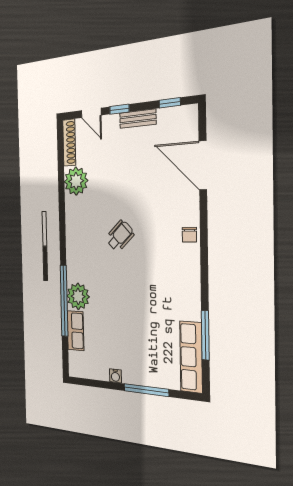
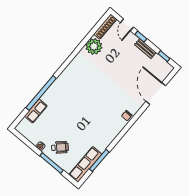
wheelchair: (120, 236) -> (60, 147), moved
plant: (78, 296) -> (51, 97), removed

